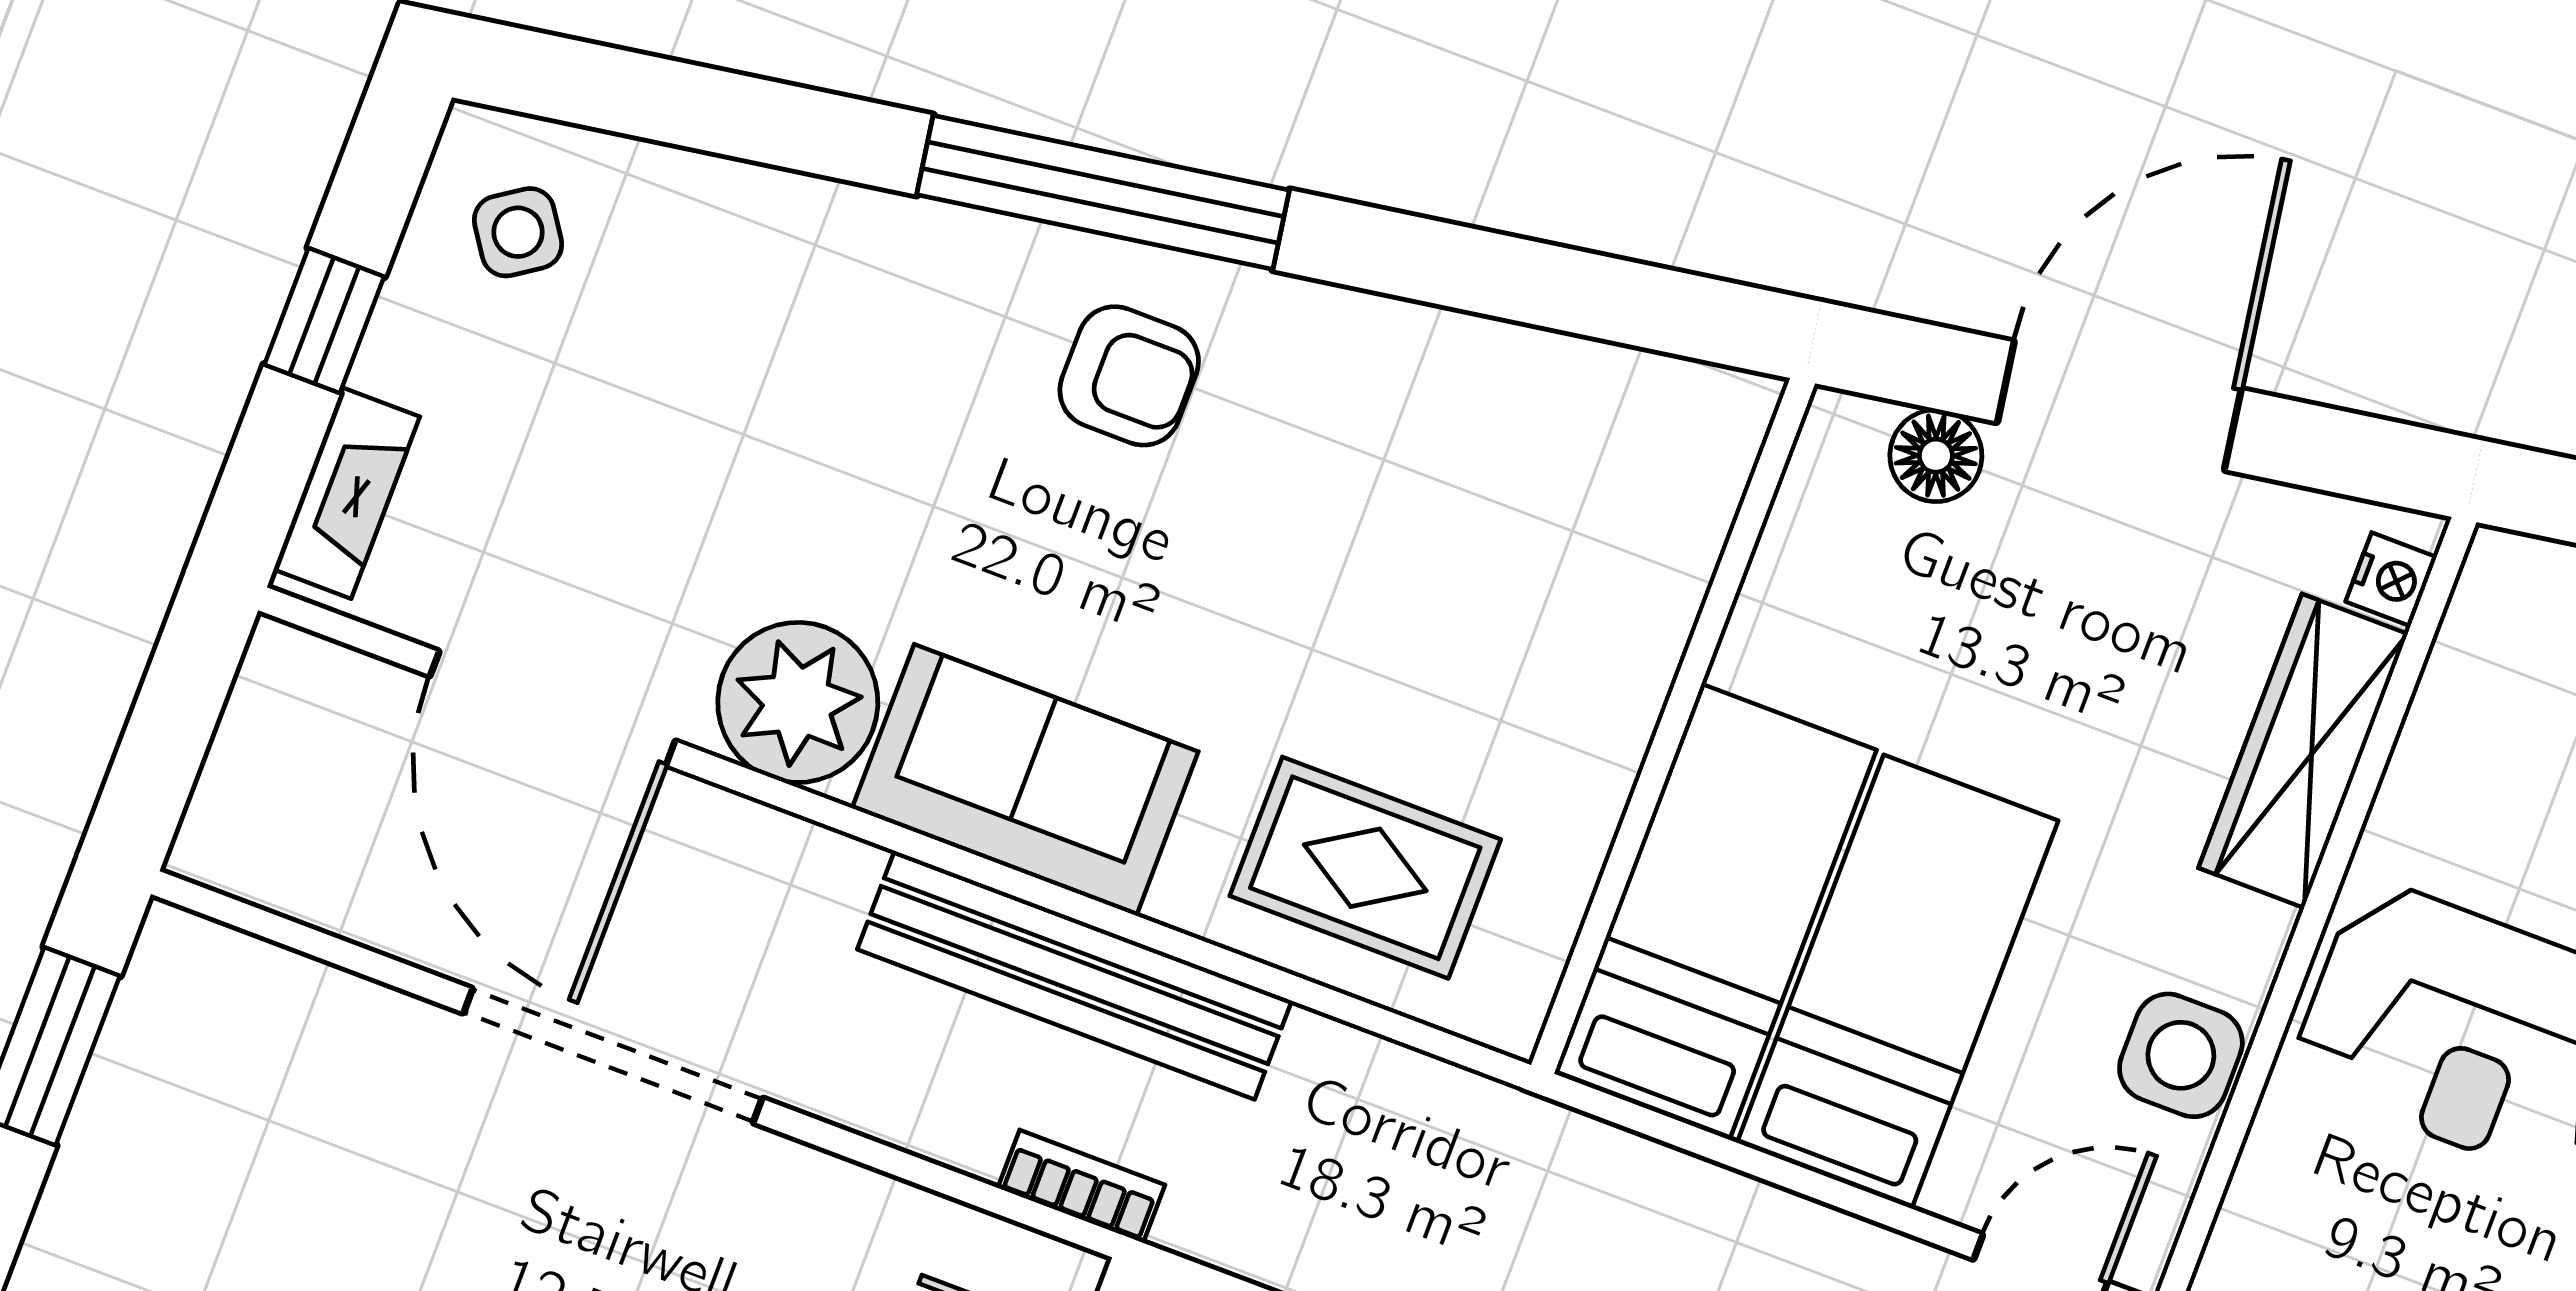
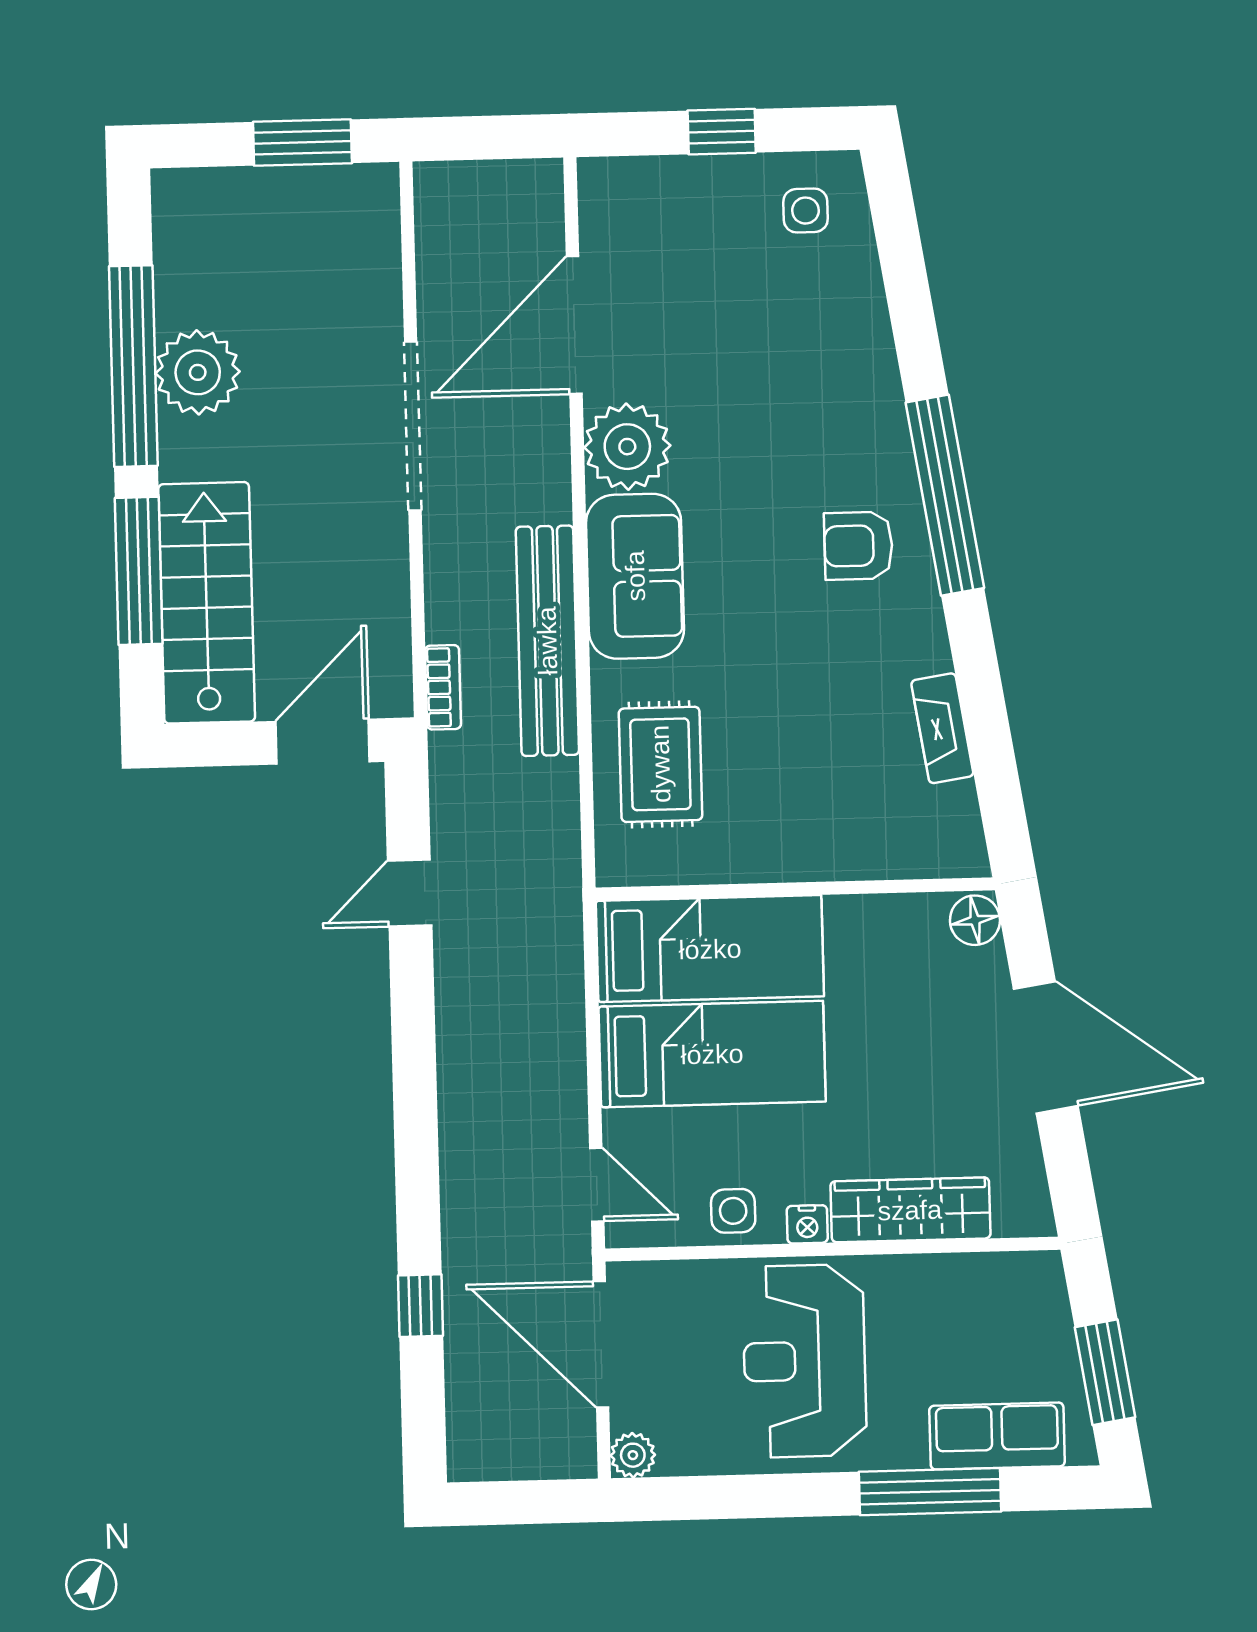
side table: (518, 232) -> (805, 211), turned 34
armchair: (1129, 376) -> (858, 546), turned 90
floor lamp: (1936, 456) -> (975, 920), moved
fireplace: (347, 493) -> (942, 728), moved, turned 81
nightstand: (2391, 579) -> (807, 1224), moved
side table: (2181, 1055) -> (733, 1211), width x0.73, depth x0.73

